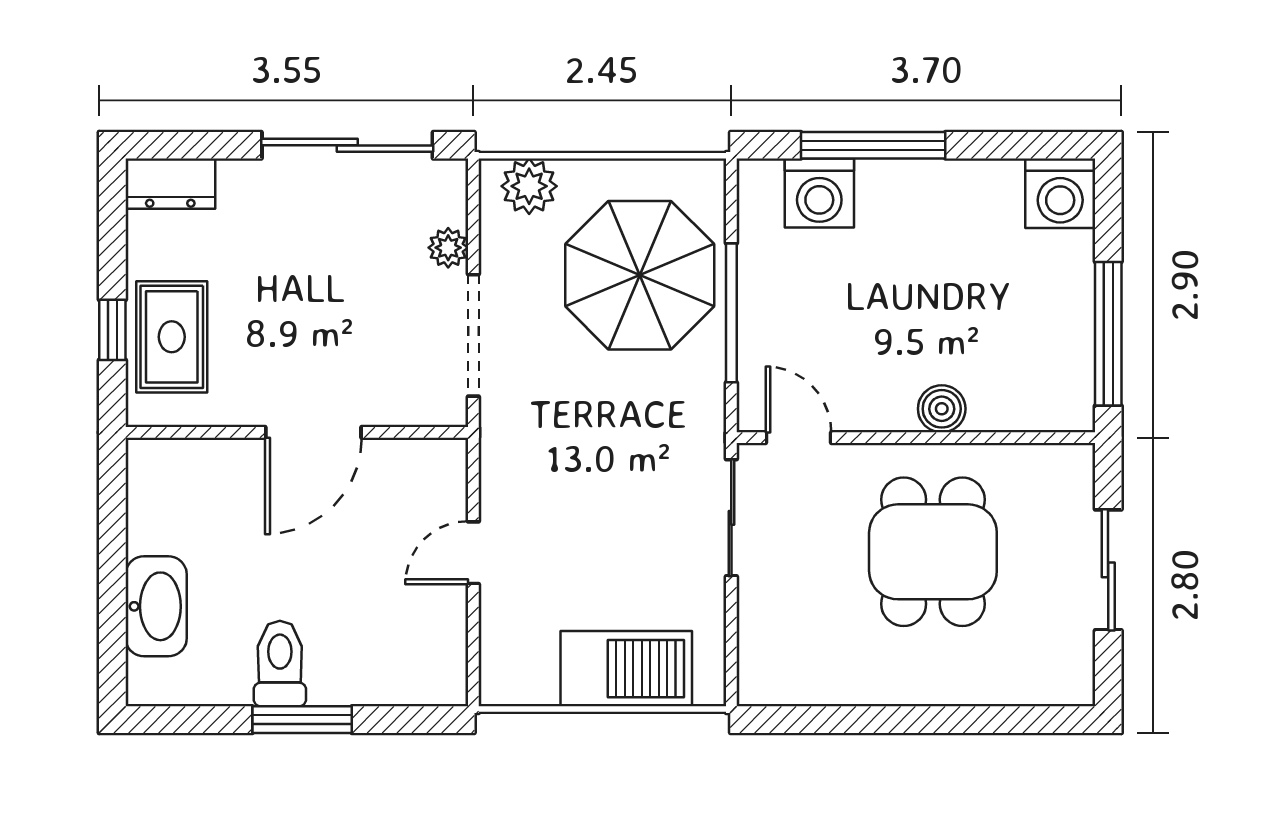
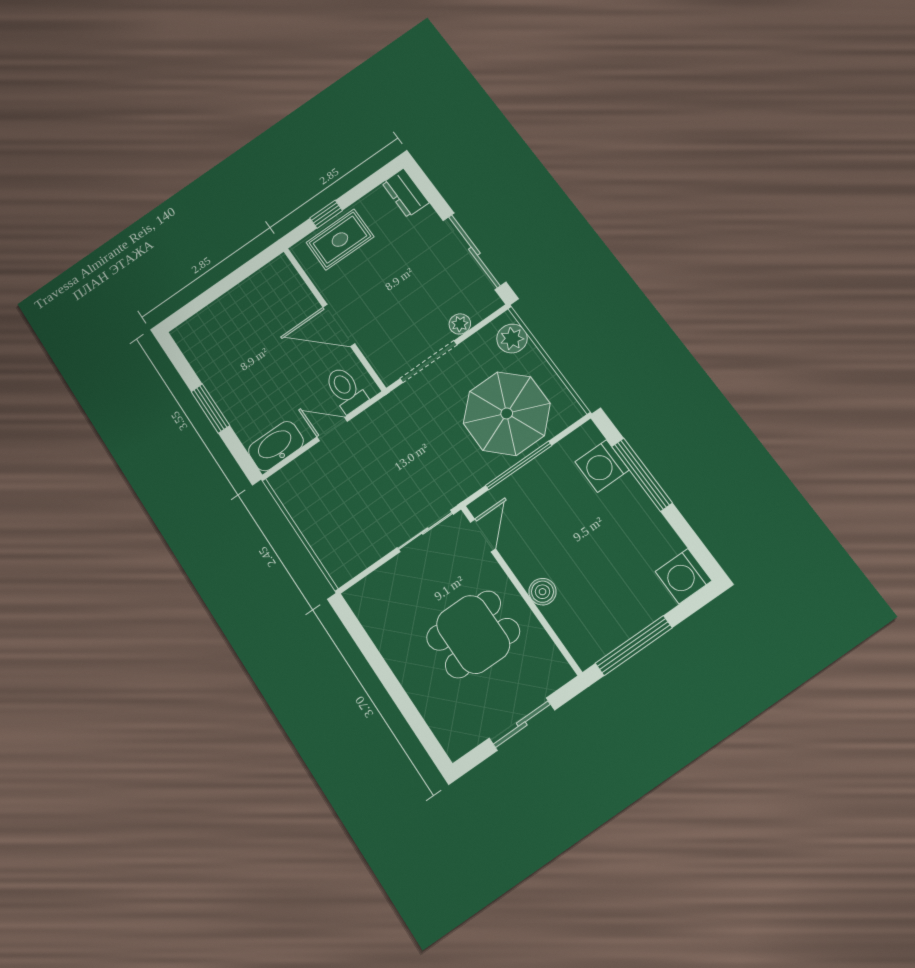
washbasin: (156, 606) -> (276, 446), moved, turned 180
toilet: (280, 664) -> (346, 390), moved, turned -90
barbecue: (626, 669) -> (325, 532), removed

